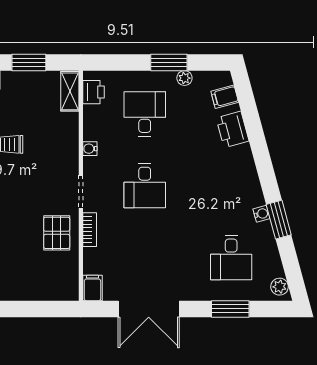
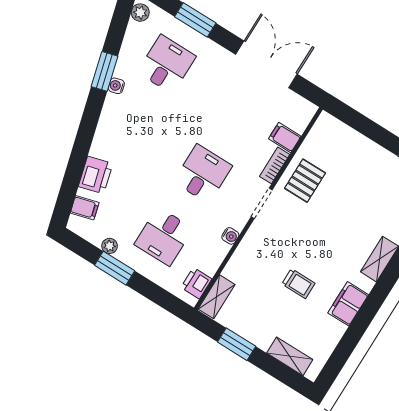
filing cabinet: (92, 288) -> (285, 138), moved, turned 90

